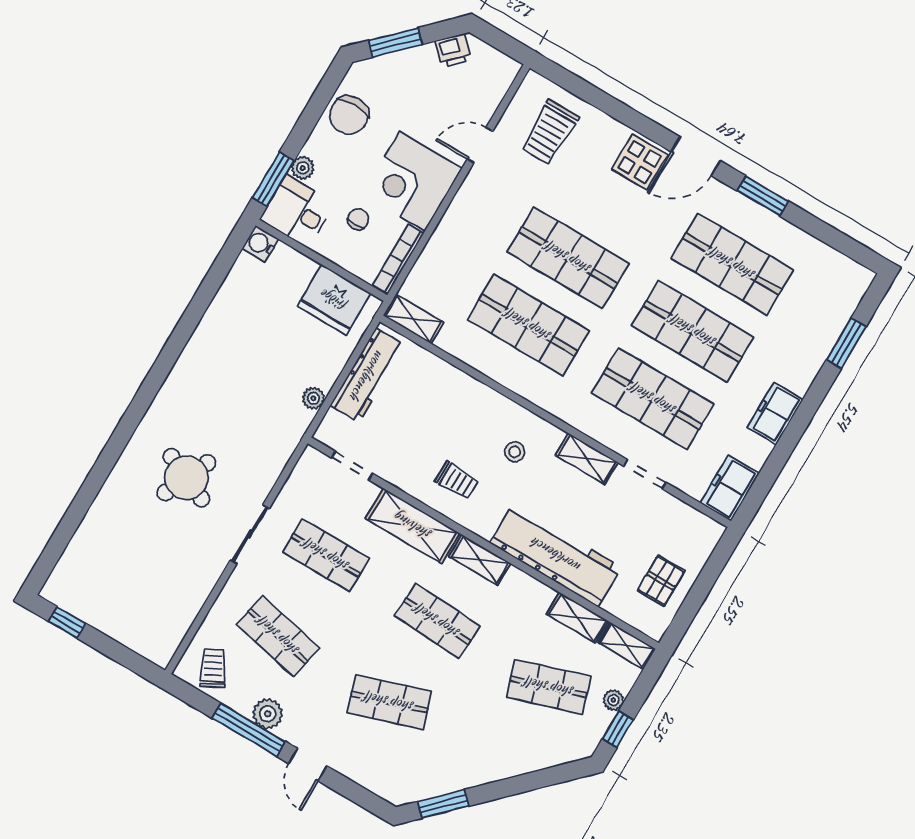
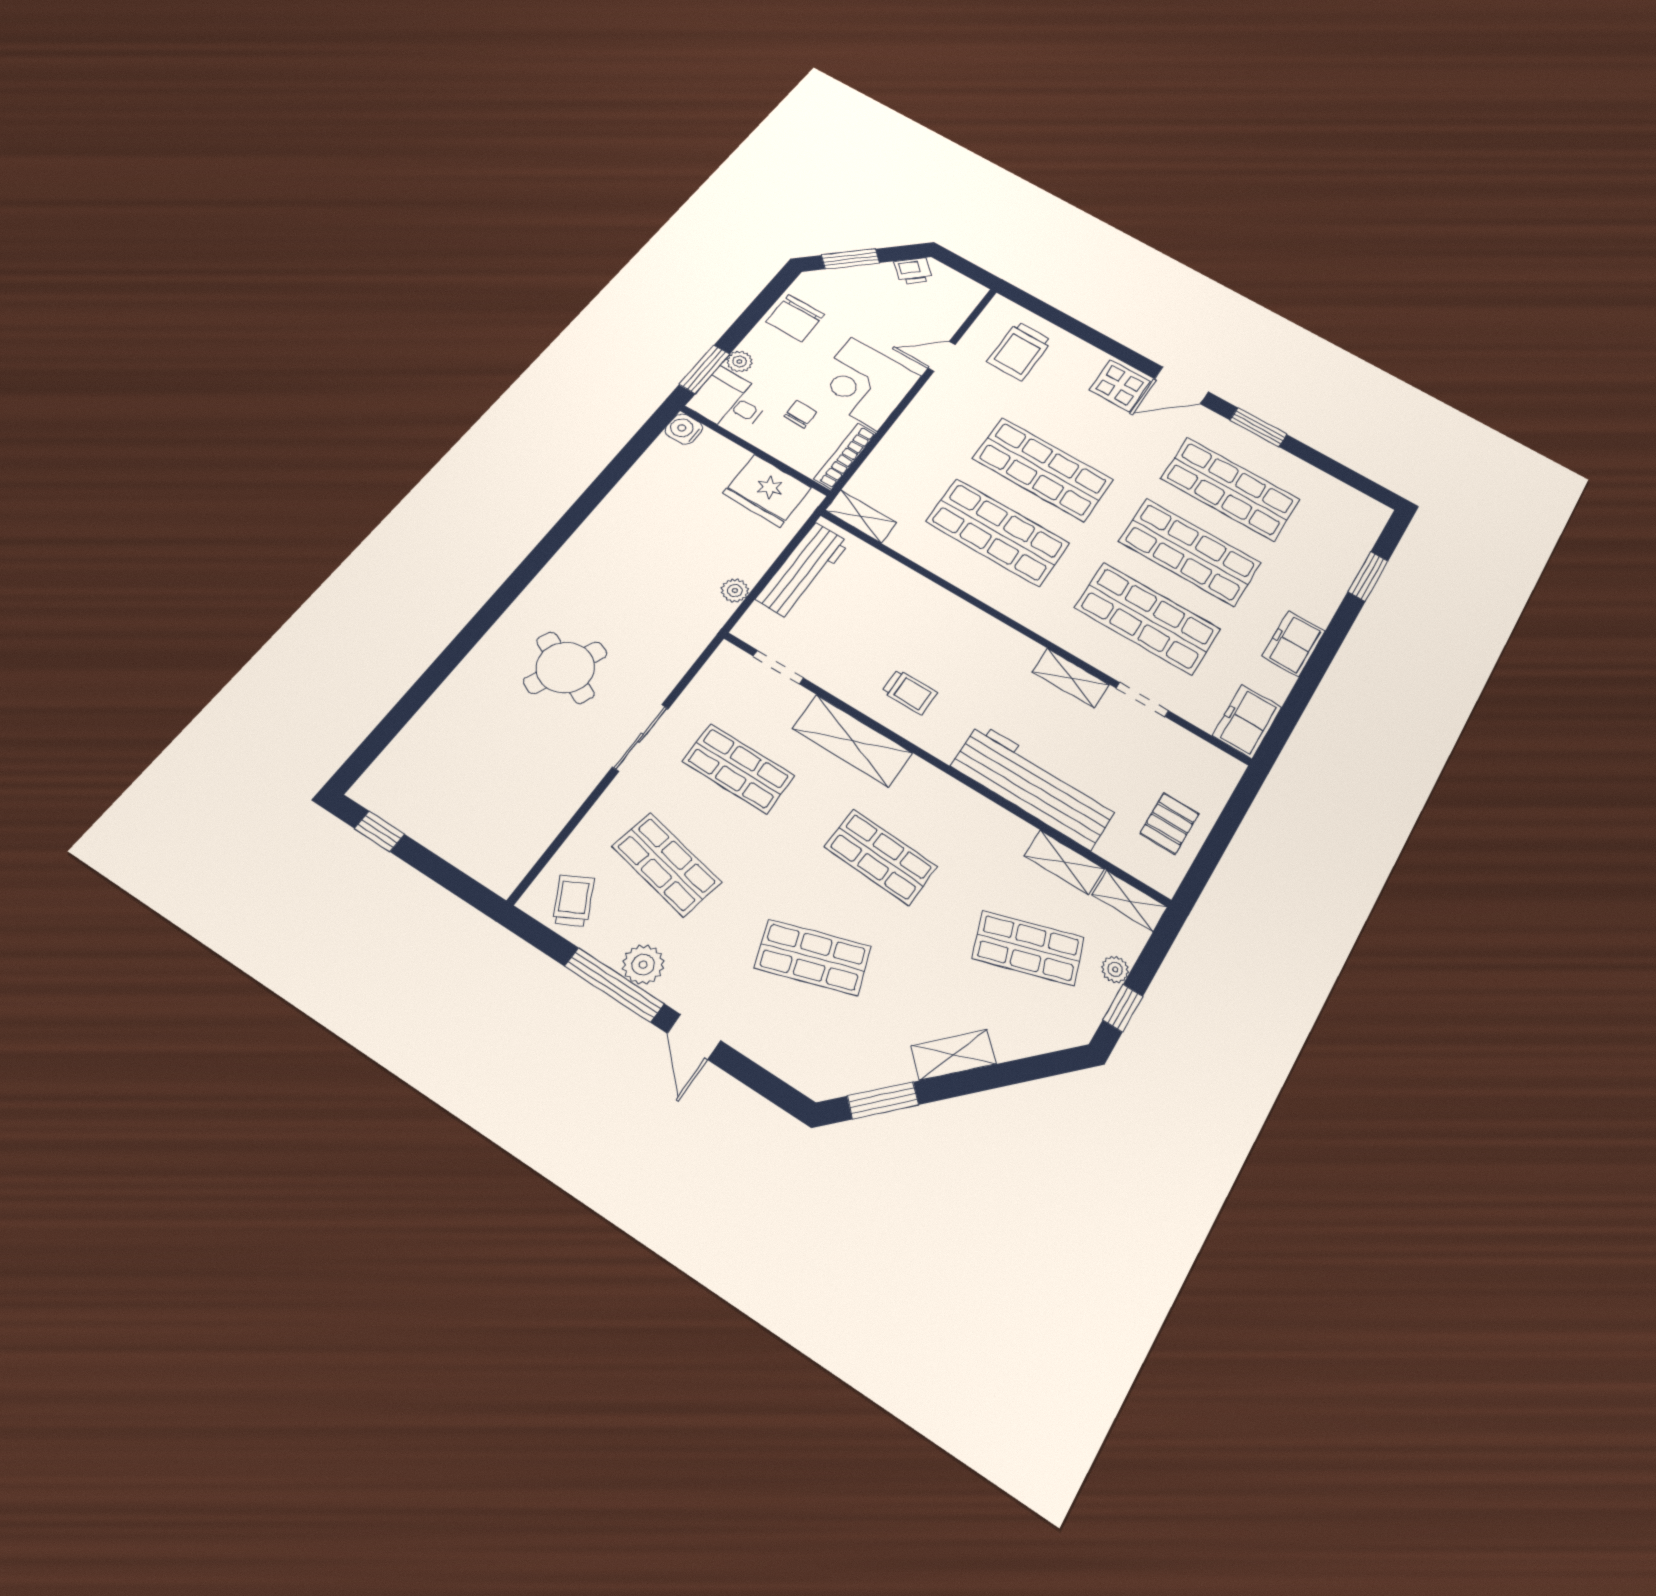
stool: (515, 452) -> (982, 665), removed
shelving: (480, 560) -> (954, 1055), moved, turned -45

